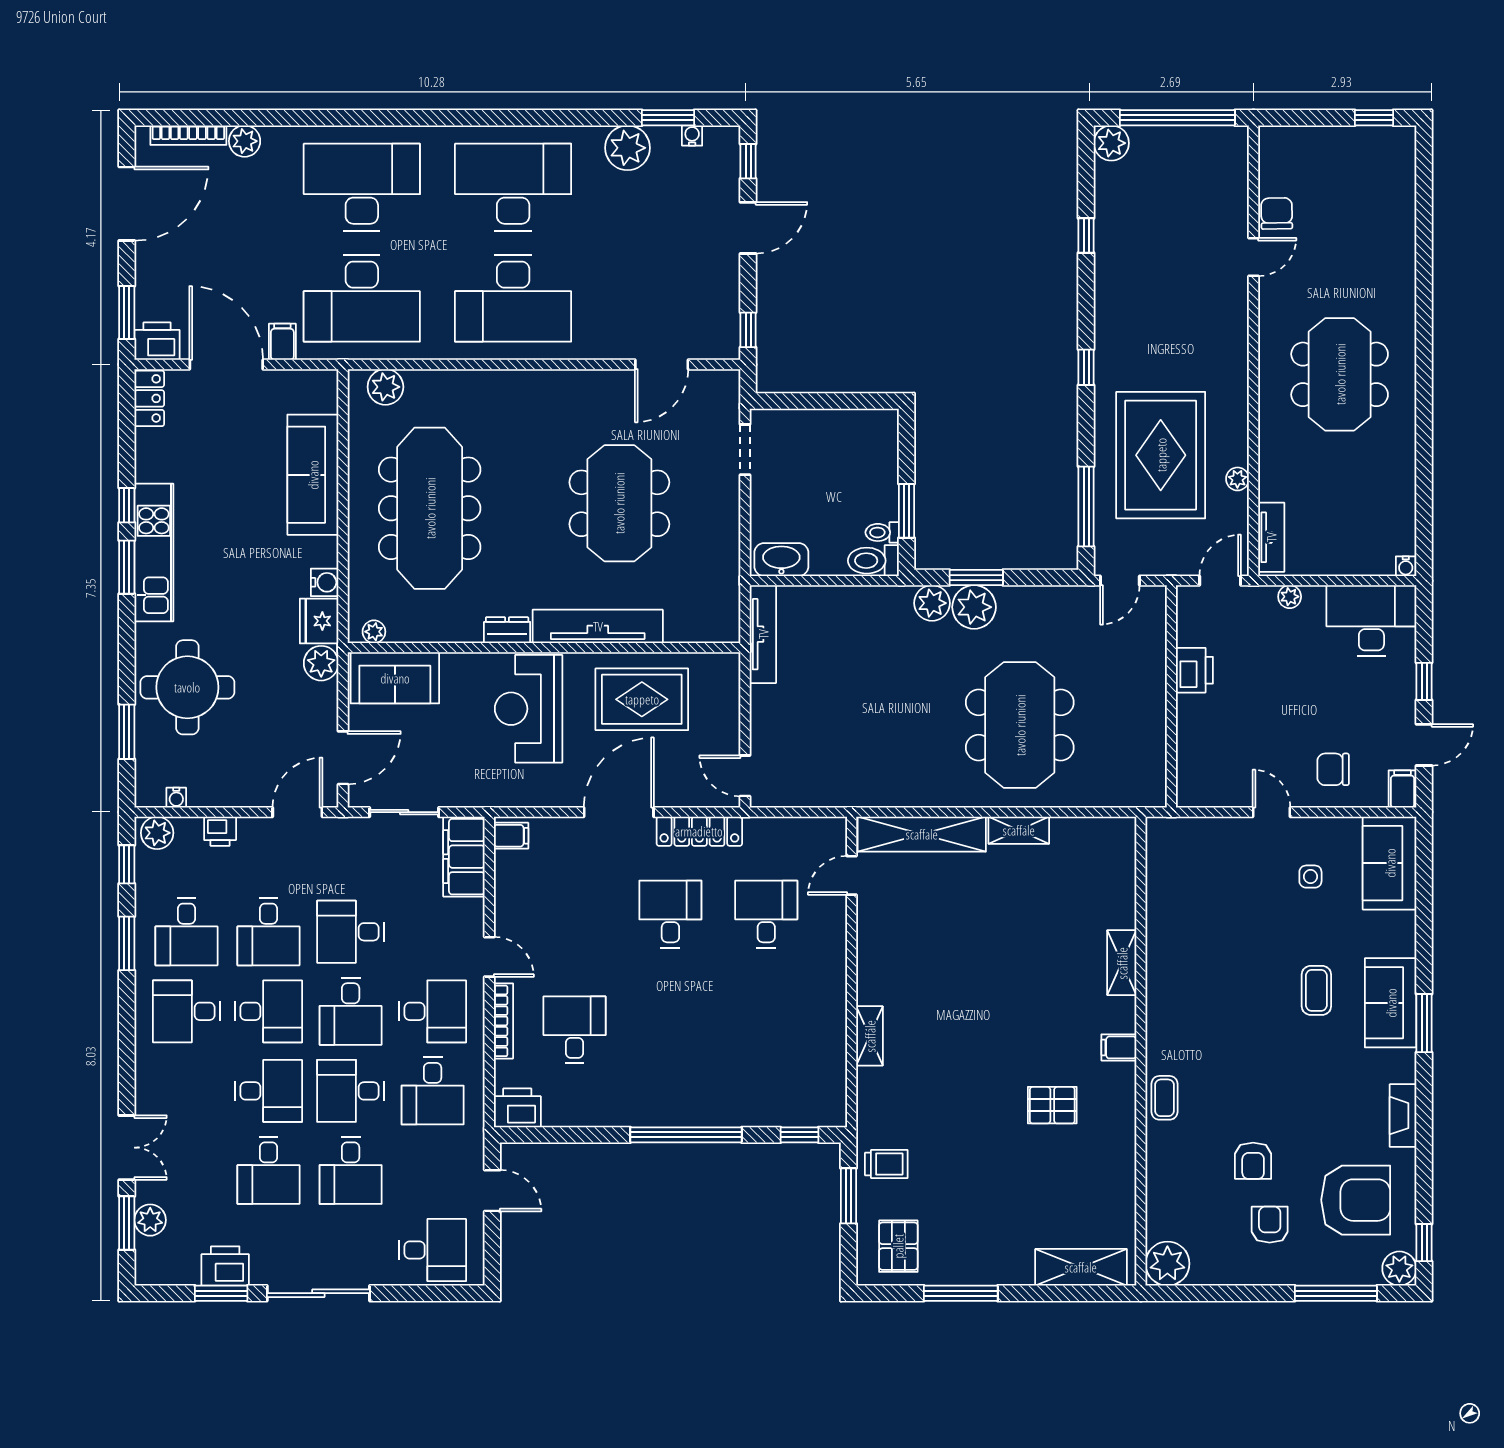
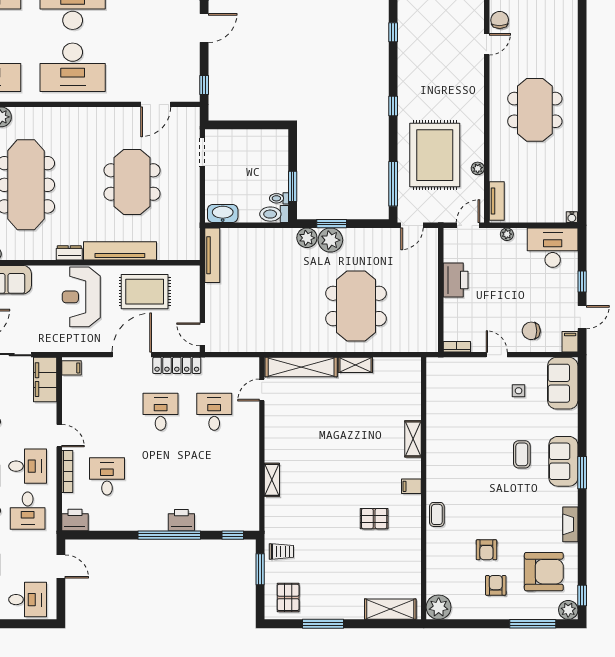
printer: (1194, 670) -> (456, 280), width x1.37, depth x1.19
bookcase: (1200, 798) -> (457, 347), added
printer: (708, 1108) -> (181, 520), added

